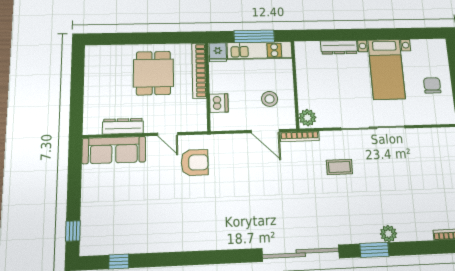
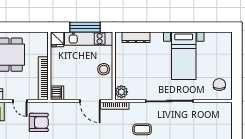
dresser: (339, 47) -> (136, 37), moved
bookcase: (199, 71) -> (43, 78), moved
chair: (432, 85) -> (219, 85), moved
stool: (270, 99) -> (104, 69), moved
dishwasher: (219, 103) -> (57, 93), moved

